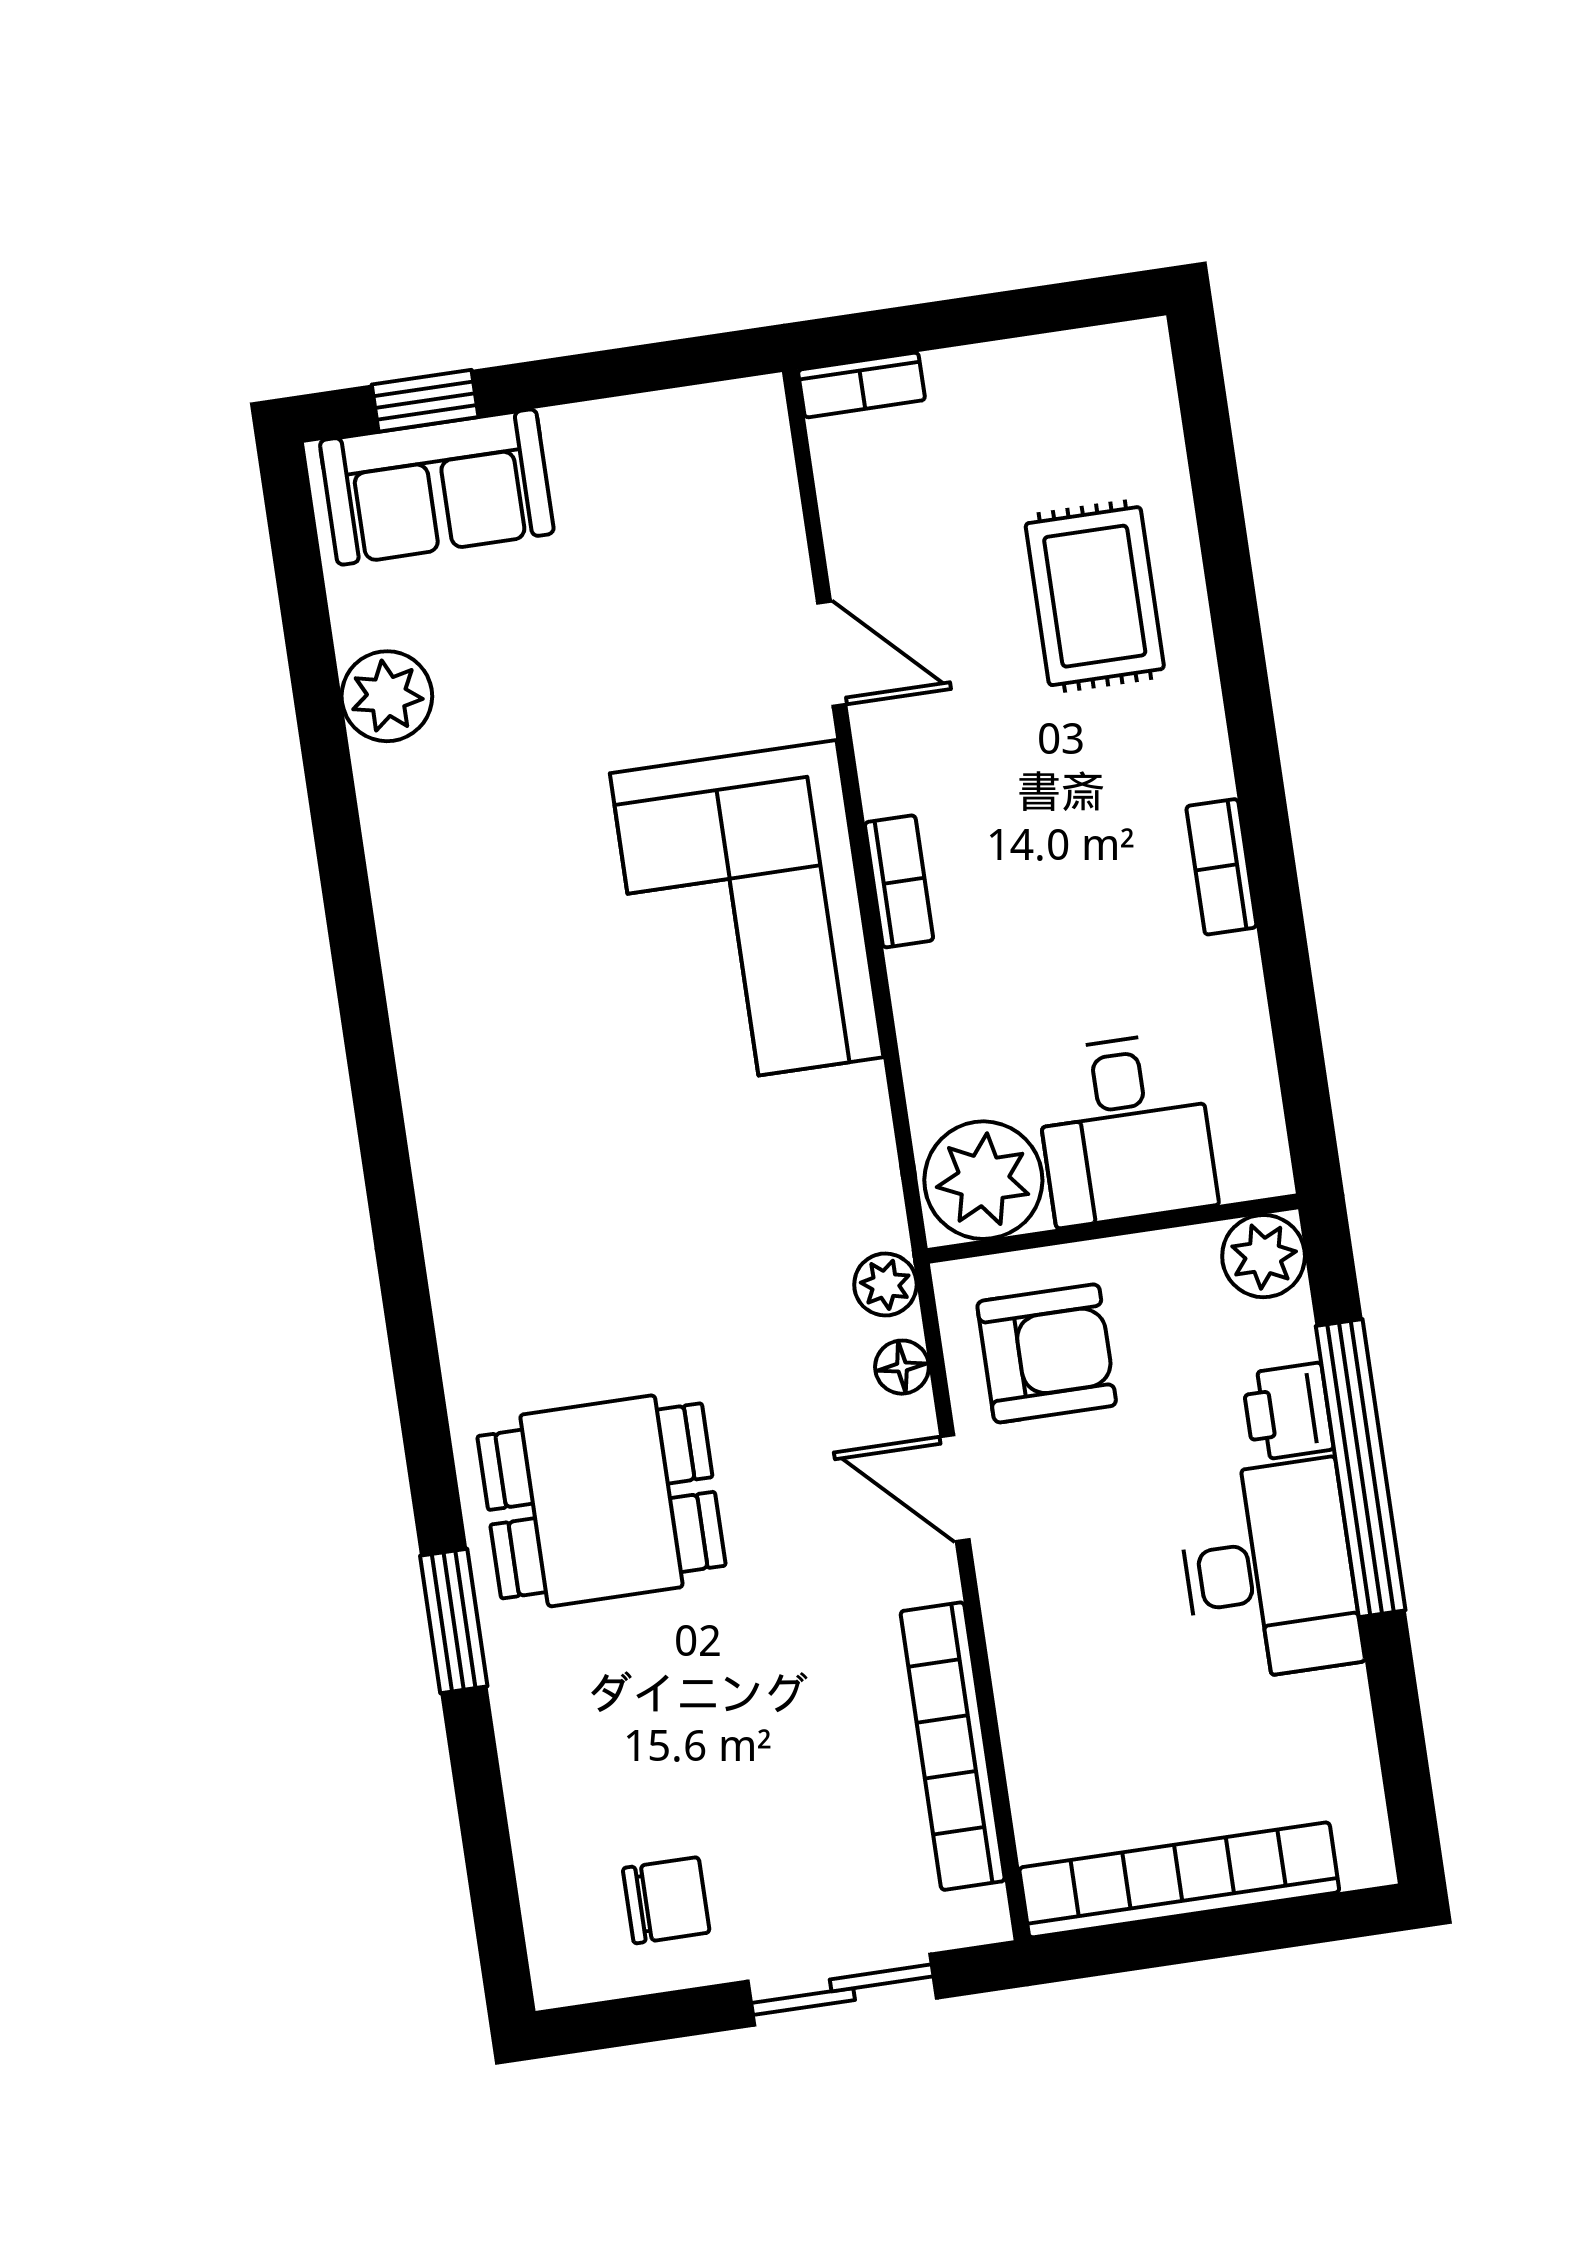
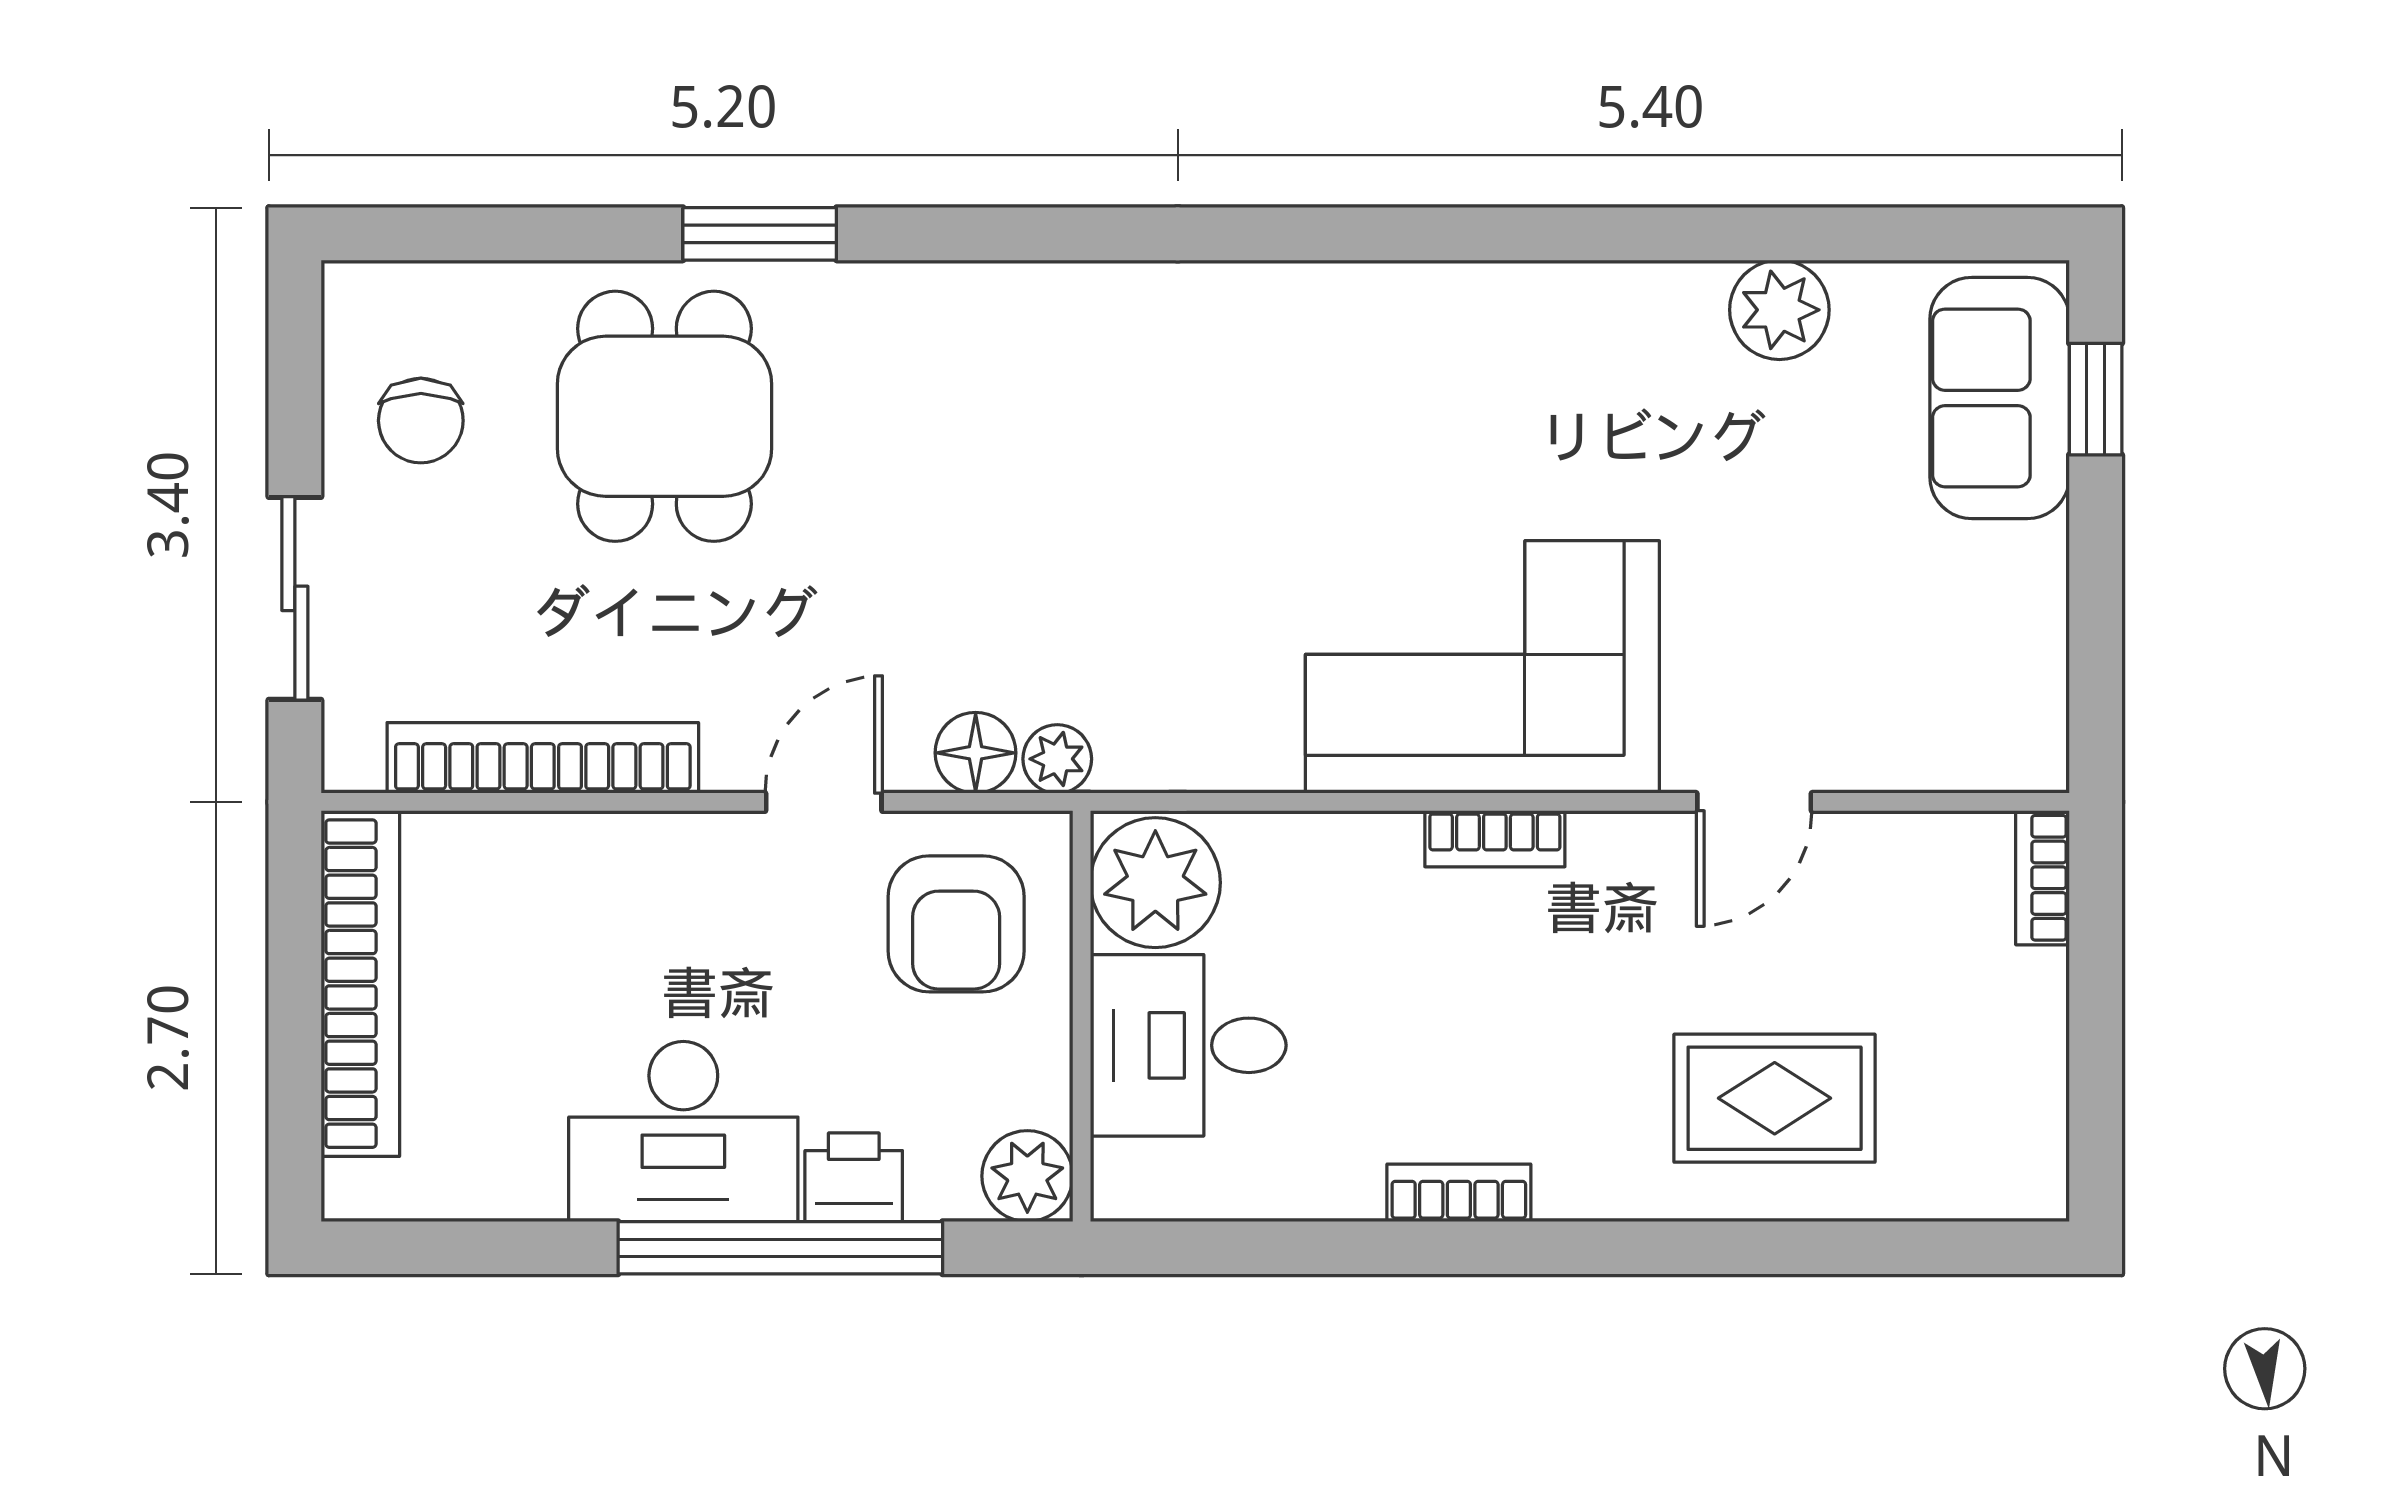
floor lamp: (902, 1367) -> (976, 753), width x1.37, depth x1.37
dining table: (601, 1501) -> (664, 416), moved

